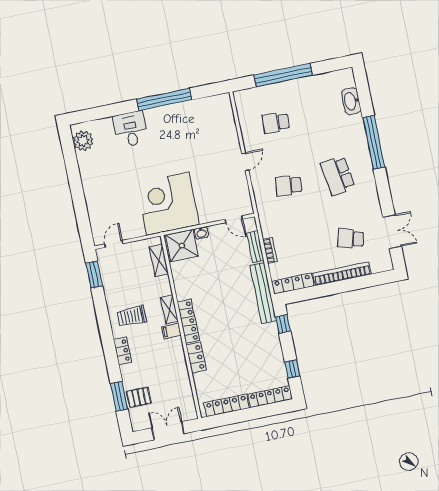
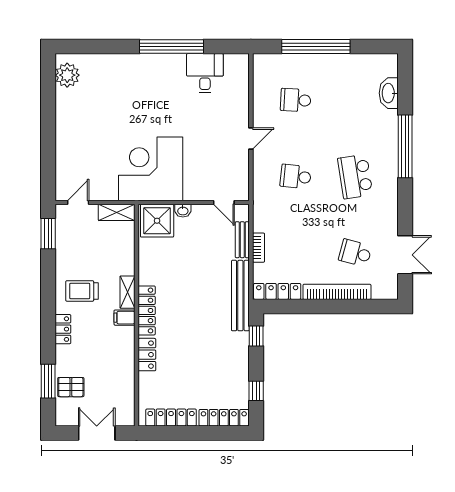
desk: (131, 129) -> (205, 73), moved
shelving: (159, 260) -> (117, 212), moved, turned 90

